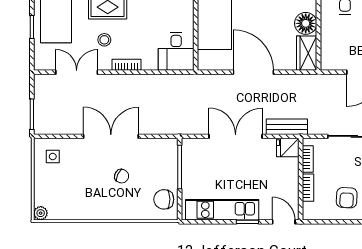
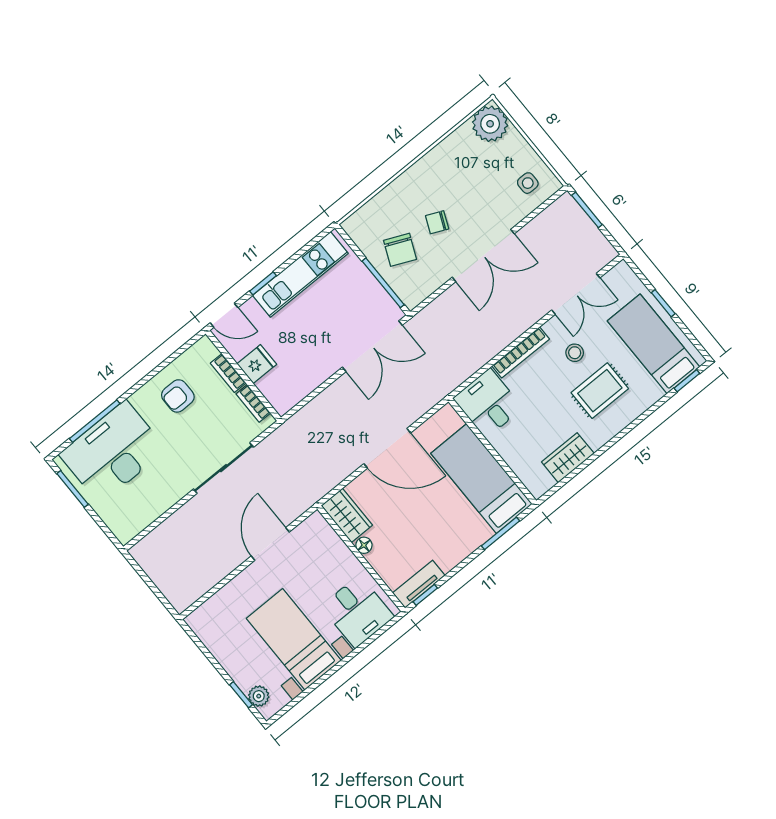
floor lamp: (306, 23) -> (364, 545), width x0.53, depth x0.53
bookcase: (126, 65) -> (521, 352), width x1.56
bench: (287, 127) -> (304, 419), removed
double door: (236, 136) -> (372, 346), moved
fridge: (288, 147) -> (257, 364), moved
armchair: (347, 198) -> (178, 396), turned -93
chair: (164, 199) -> (400, 250), moved, turned 114
plant: (41, 213) -> (490, 124), width x1.88, depth x1.88

